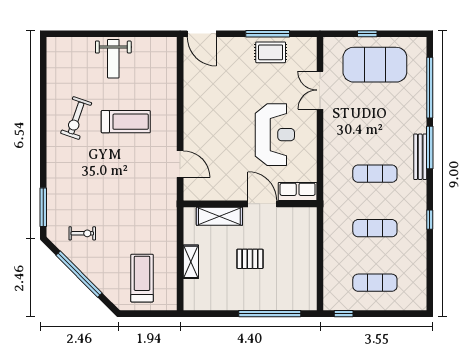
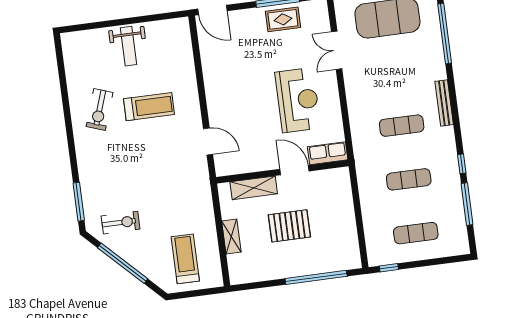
window: (430, 147) -> (467, 204), moved
exercise bike: (82, 233) -> (121, 223), width x1.38, depth x1.39
pallet: (250, 259) -> (289, 226), width x1.50, depth x1.42

